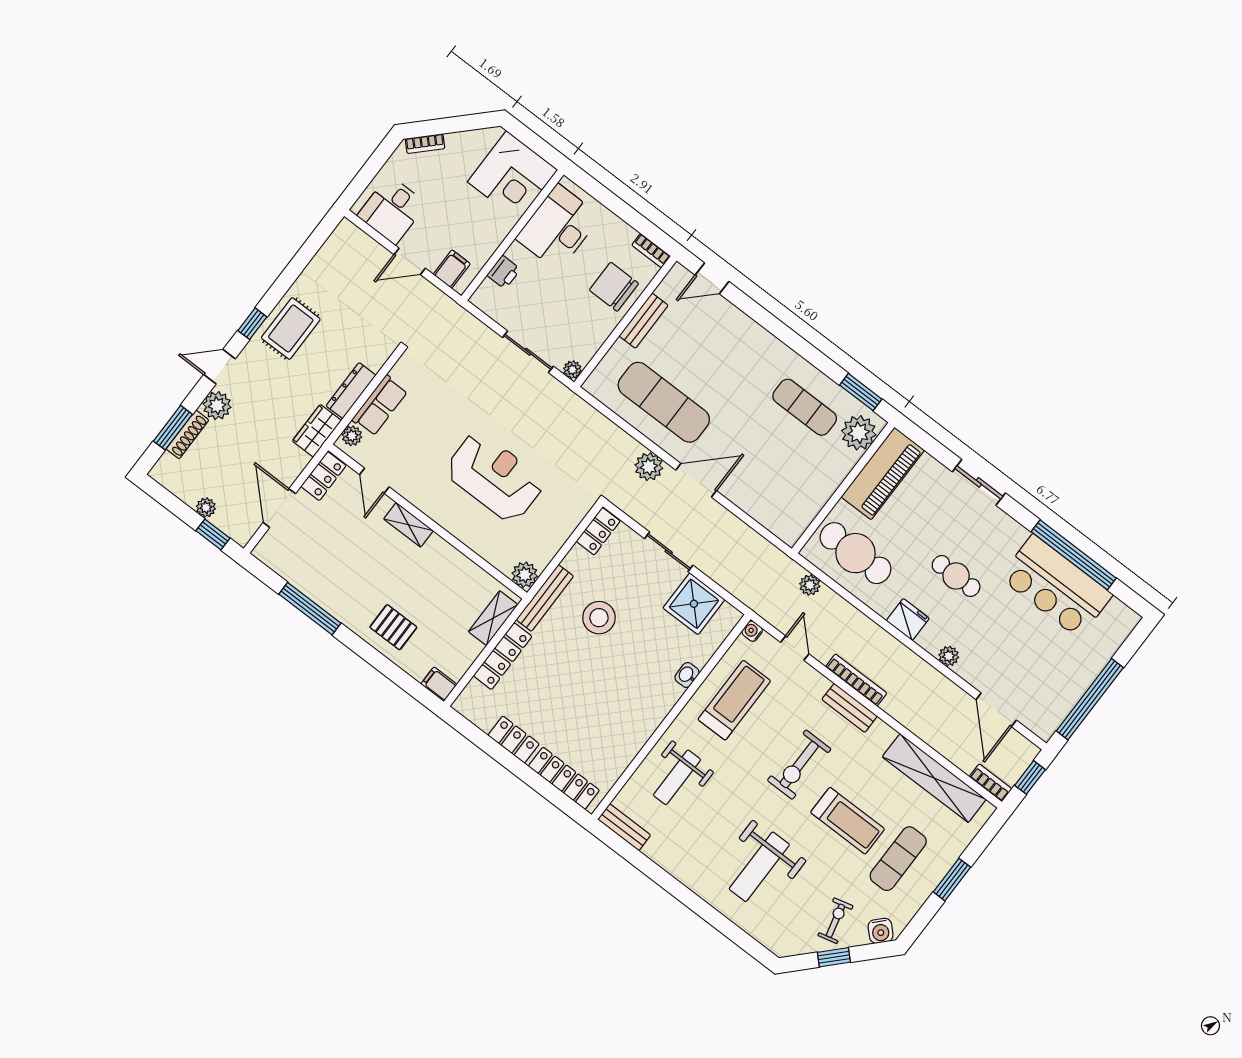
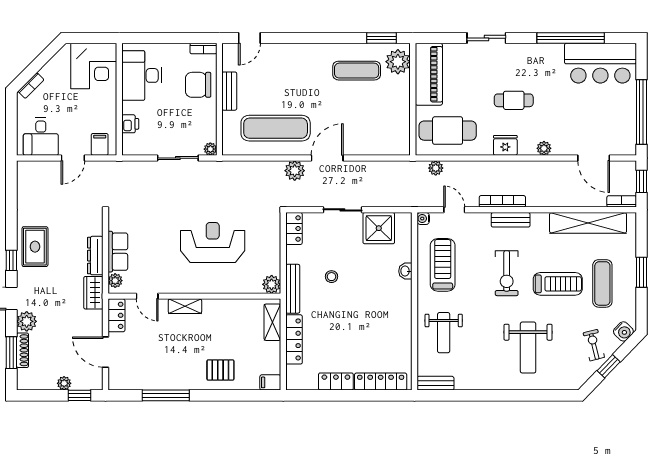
bar counter: (1056, 586) -> (600, 63), moved
stool: (599, 618) -> (332, 277), width x0.53, depth x0.53

